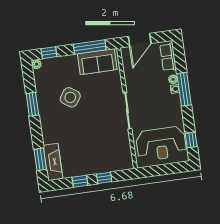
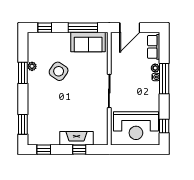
plant: (37, 64) -> (32, 66), moved
fireplace: (53, 162) -> (77, 138), moved, turned -90
window: (80, 181) -> (44, 150), moved

